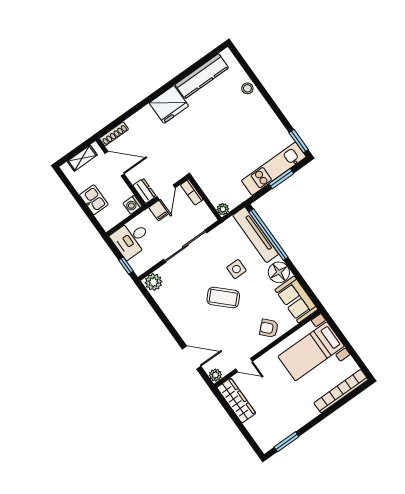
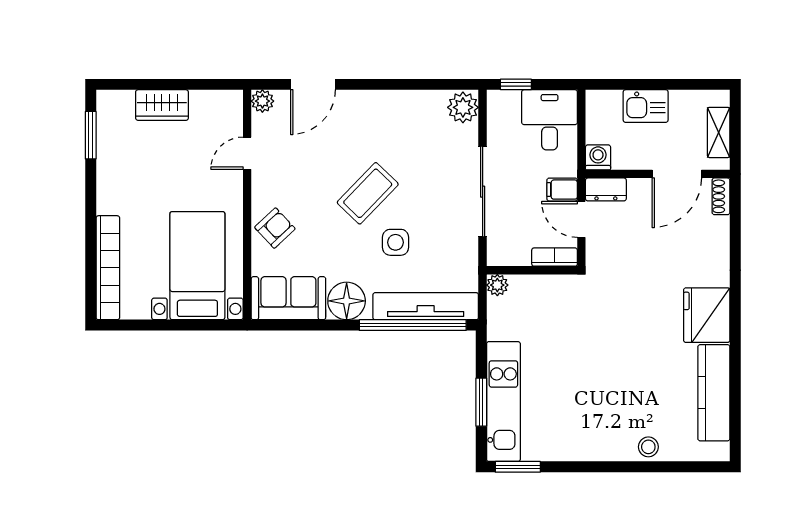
shoe rack: (114, 134) -> (721, 196), width x0.70
wardrobe: (236, 400) -> (162, 105), moved, width x0.67

